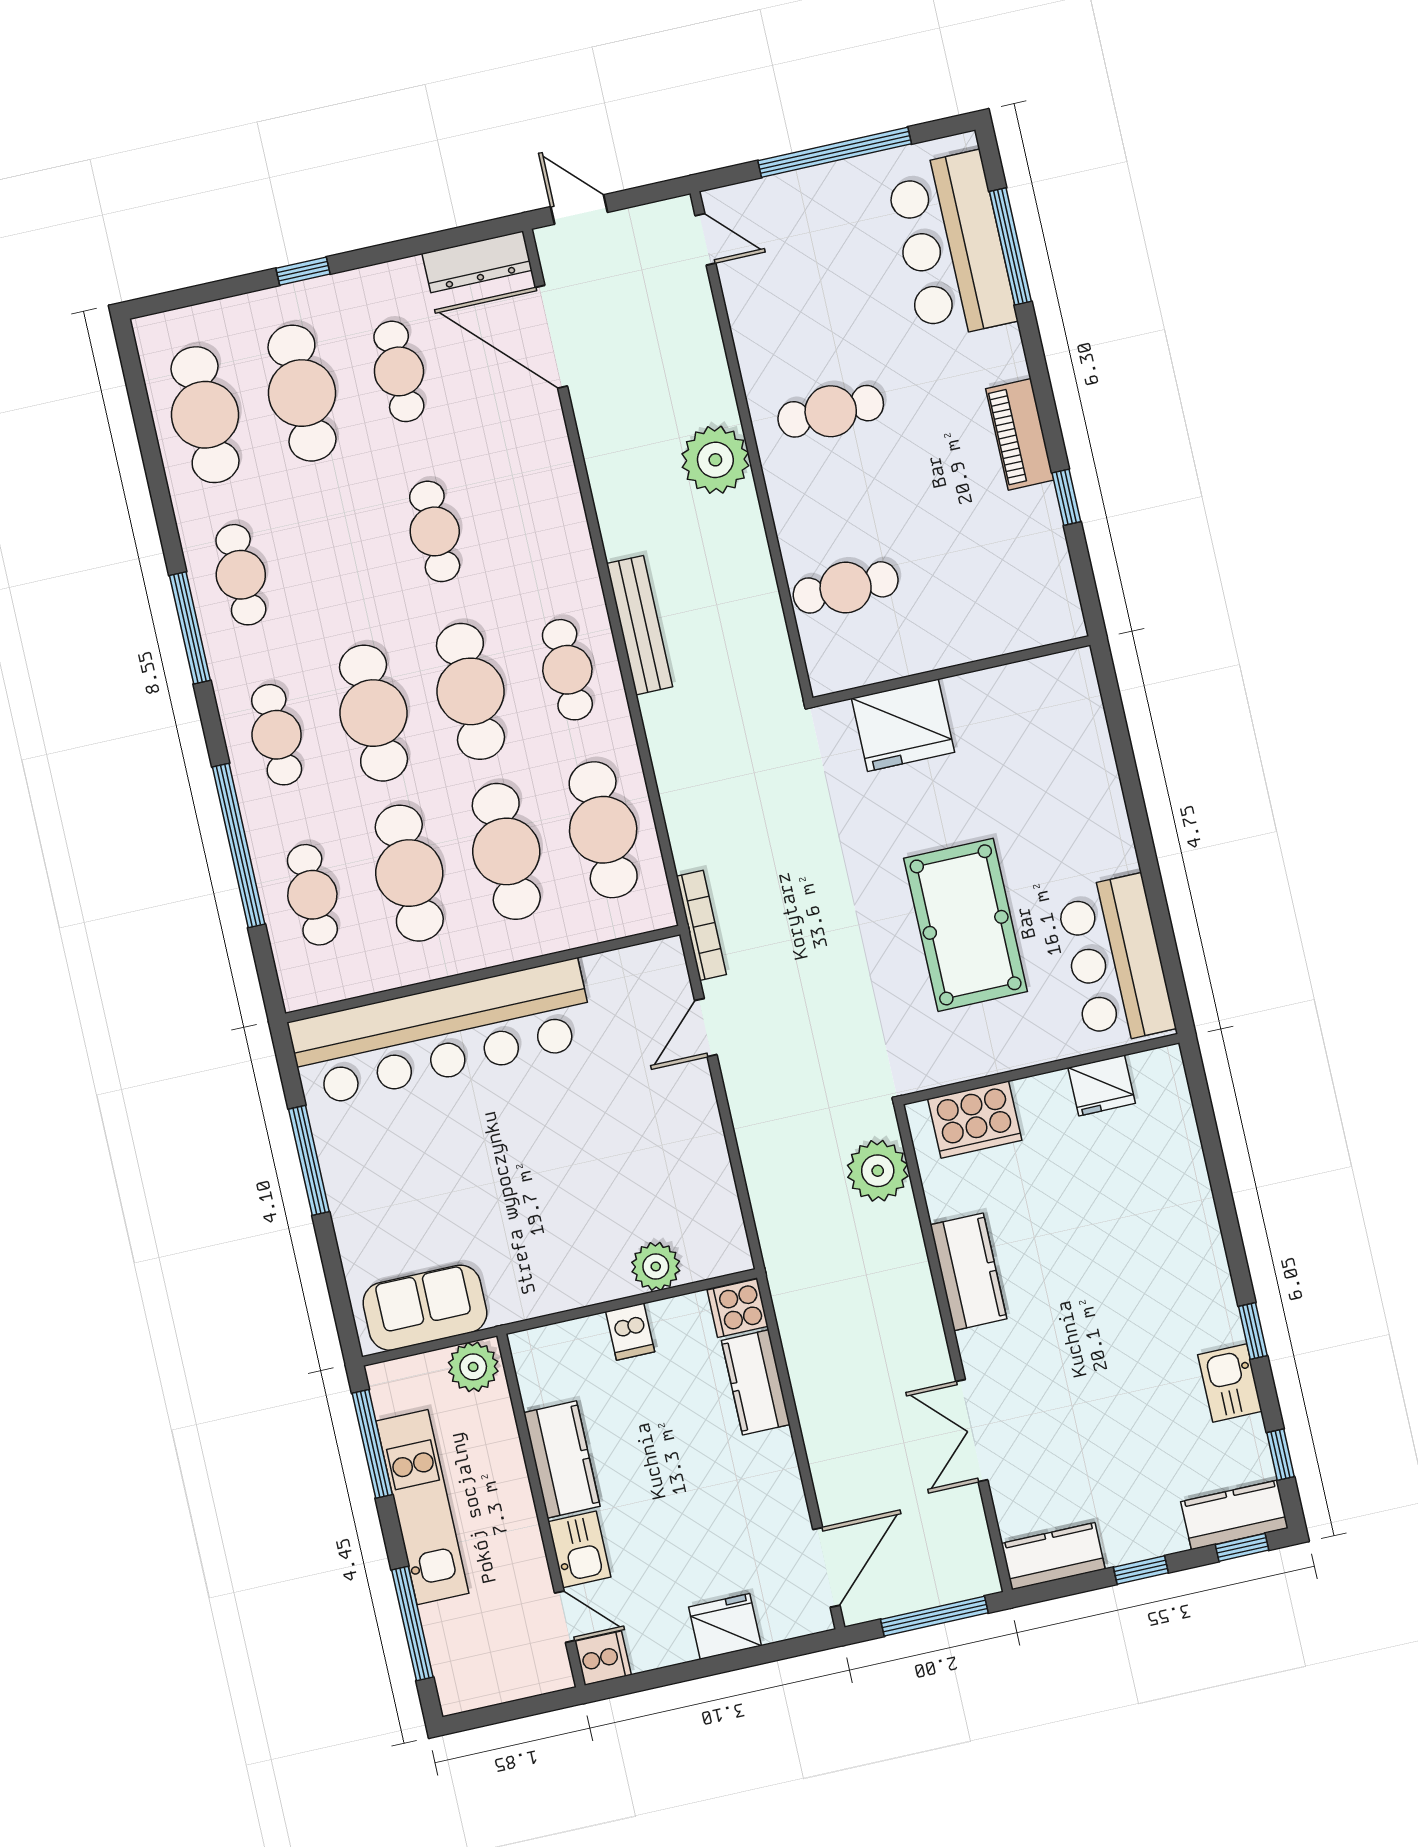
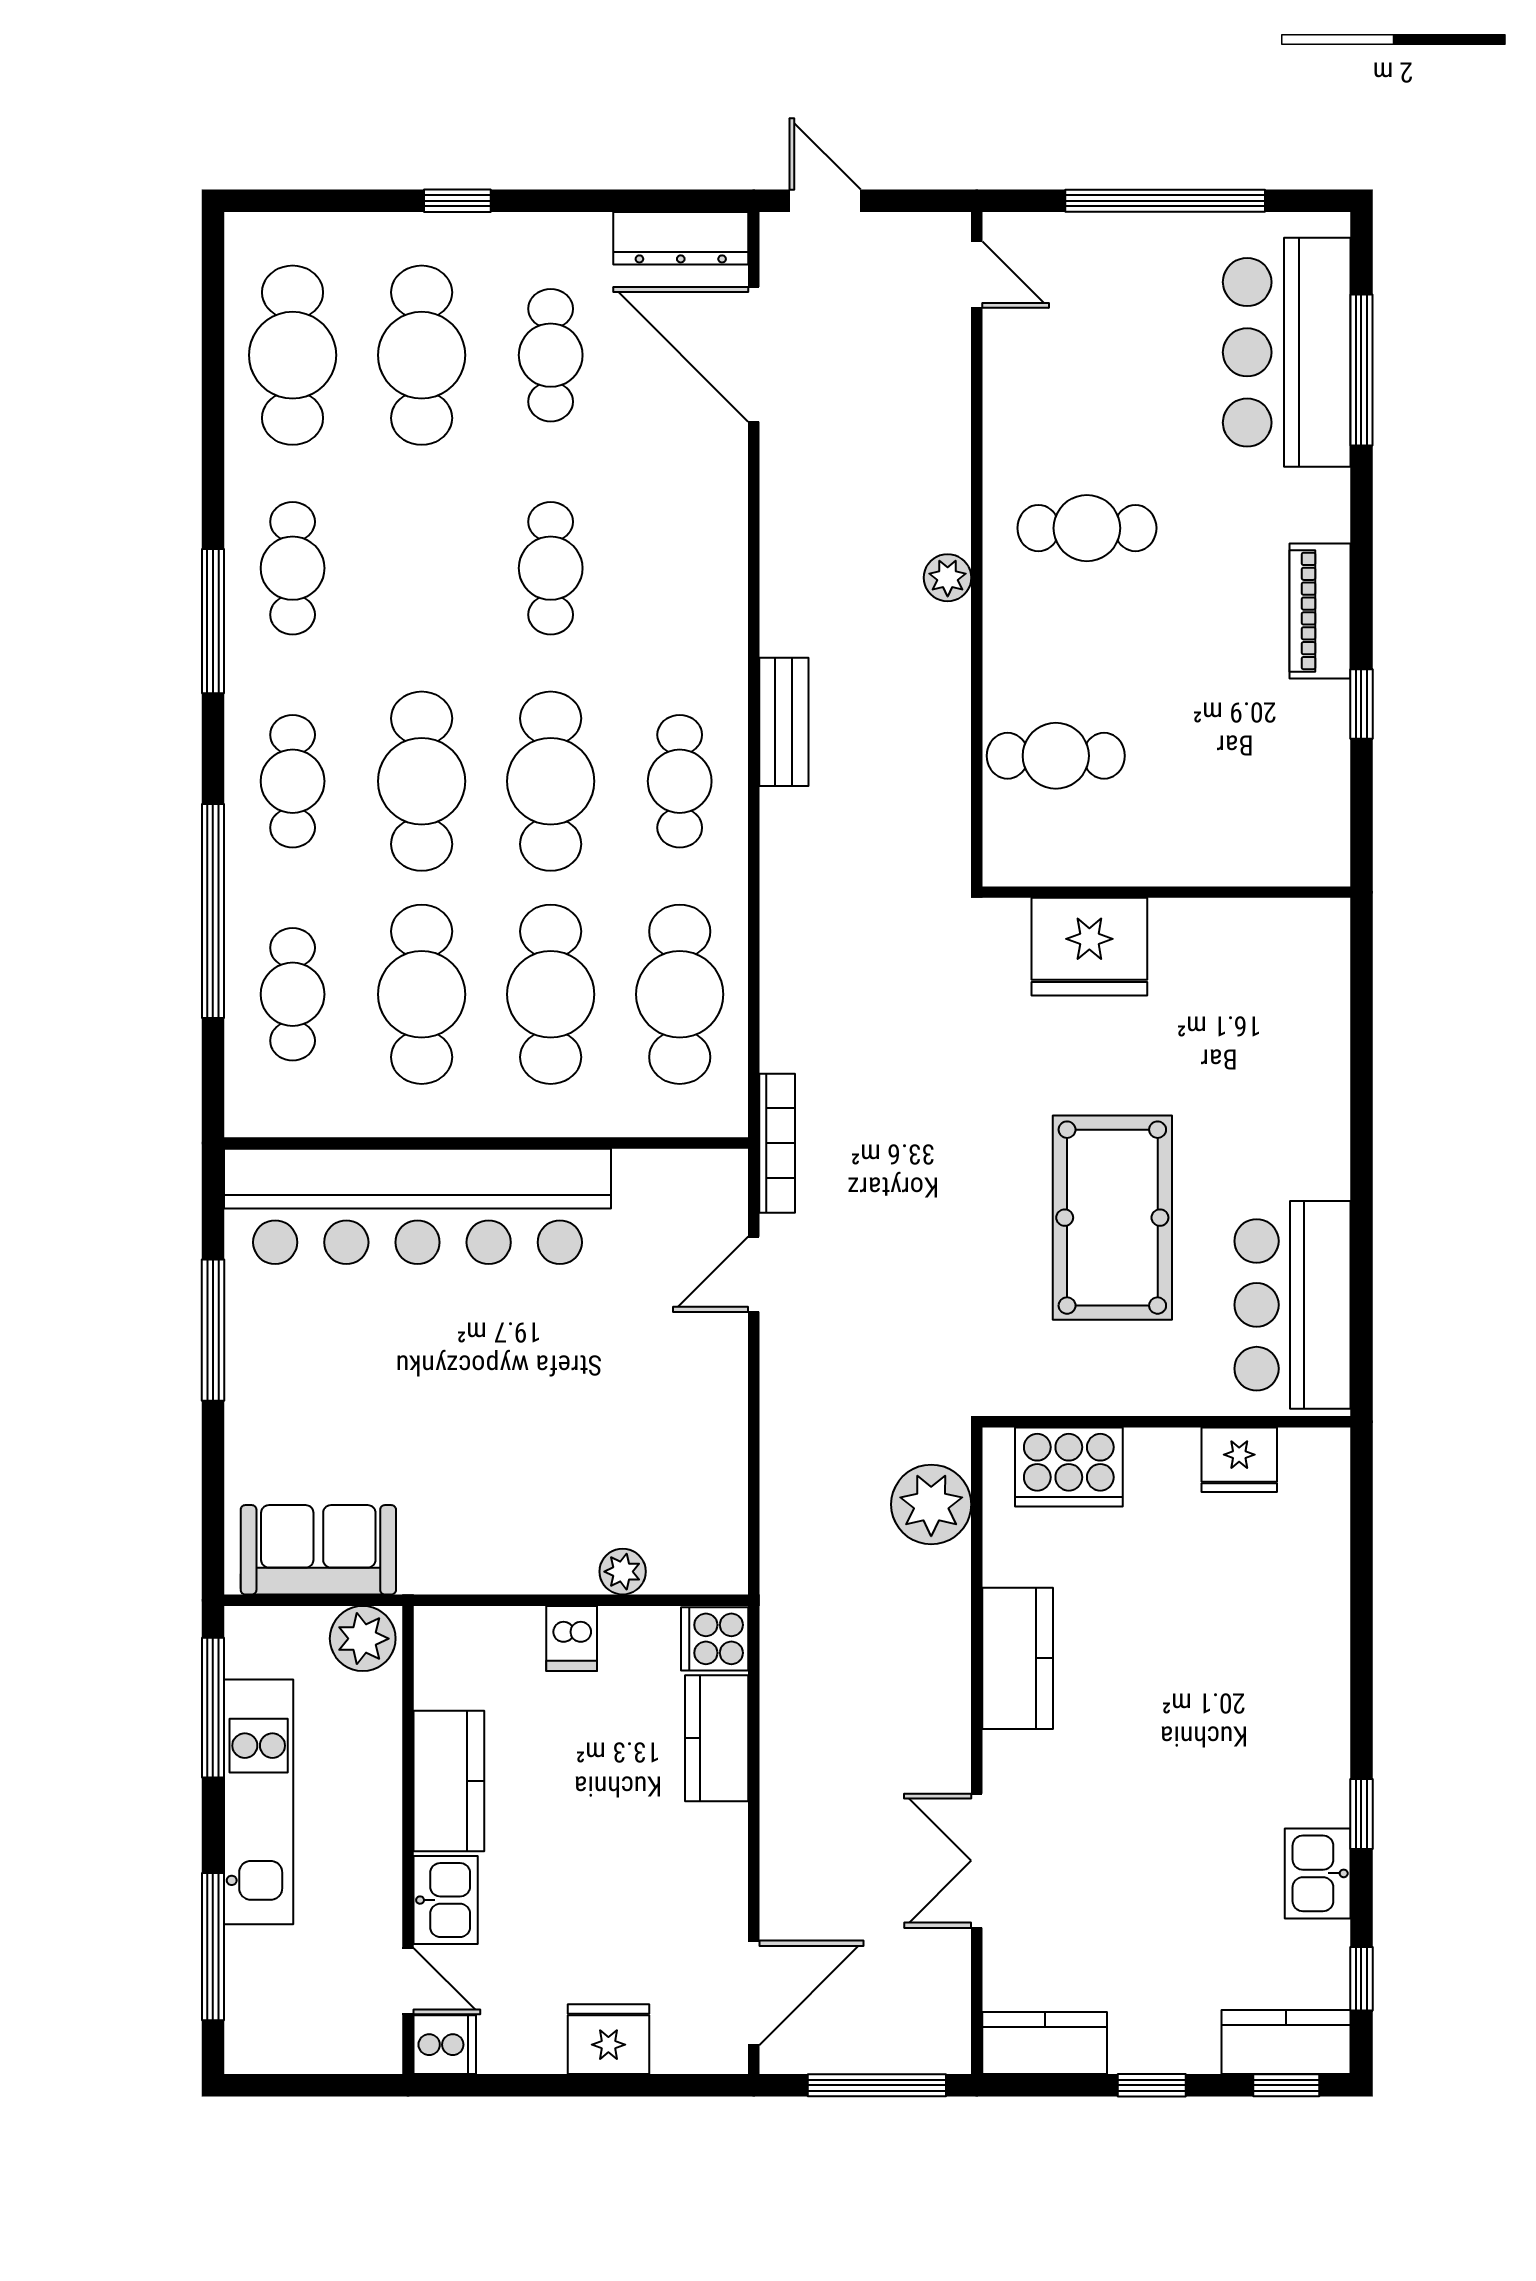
plant: (715, 460) -> (948, 578), width x0.53, depth x0.53
bench: (640, 625) -> (784, 722), width x0.73
plant: (656, 1266) -> (623, 1572), width x0.73, depth x0.73

